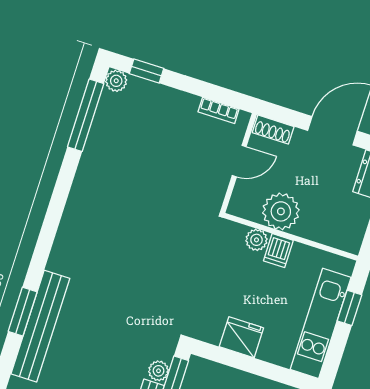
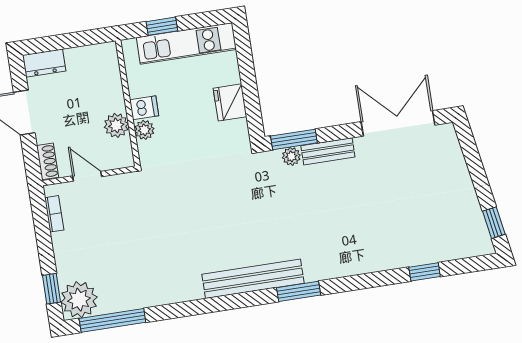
plant: (116, 81) -> (79, 300), width x1.88, depth x1.88
plant: (281, 211) -> (116, 125), width x0.73, depth x0.73
bench: (40, 326) -> (253, 279), moved

